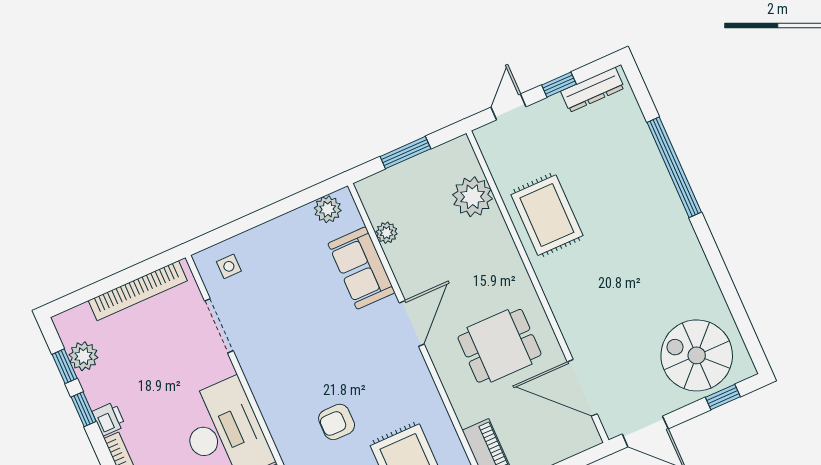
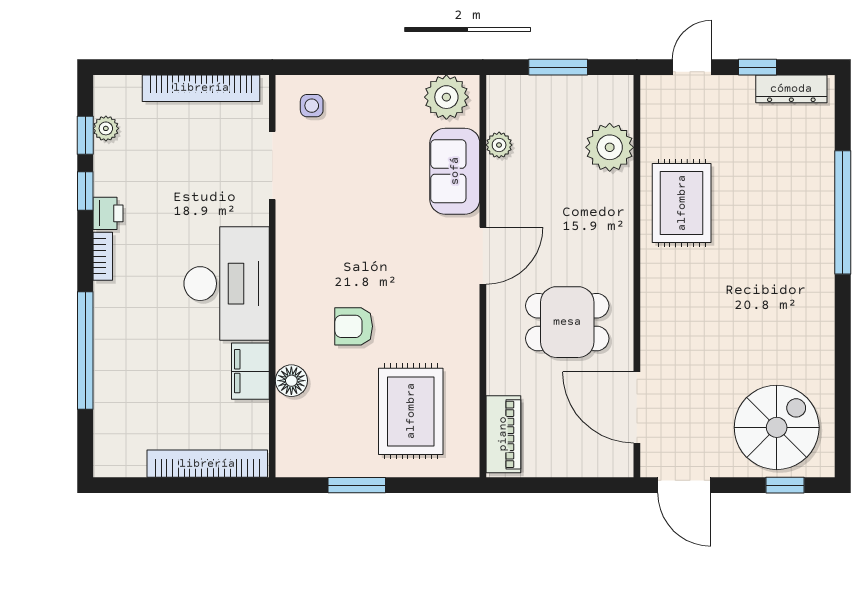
plant: (328, 209) -> (446, 97), width x1.36, depth x1.36
spiral stairs: (697, 355) -> (777, 427), turned 90
plant: (83, 356) -> (106, 128), width x0.73, depth x0.73

